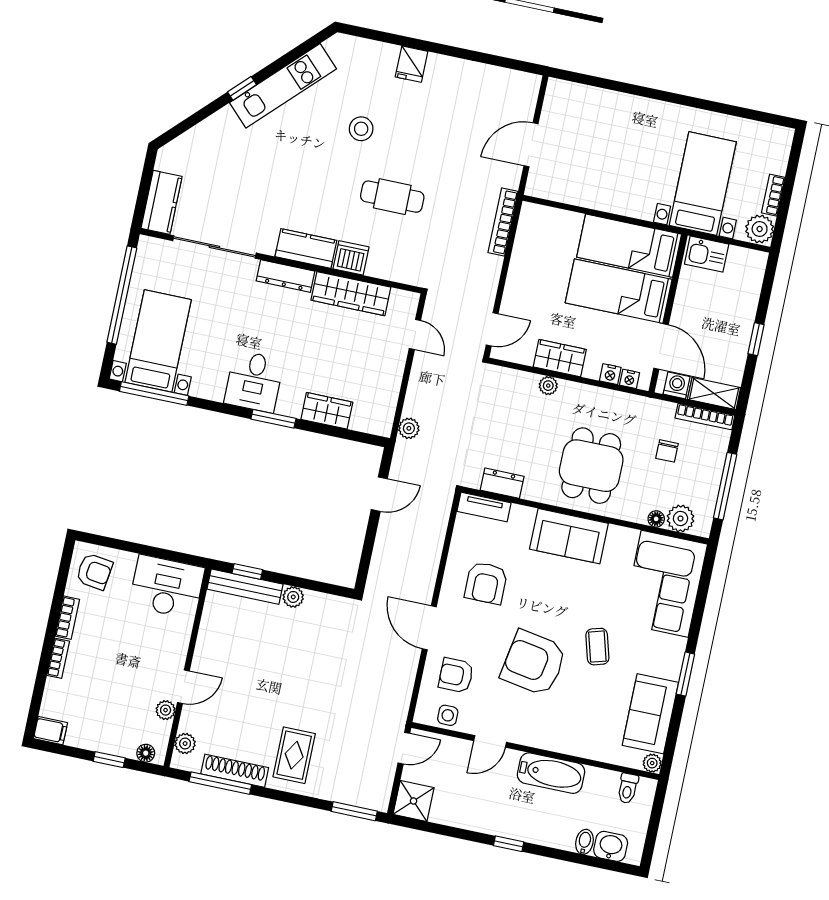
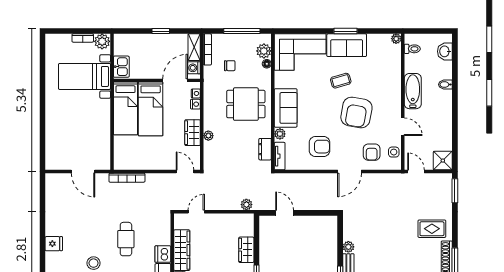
plant: (524, 516) -> (280, 134), added
sofa: (650, 714) -> (347, 45), moved
bidet: (584, 842) -> (445, 85), moved
window: (509, 844) -> (455, 106), removed

